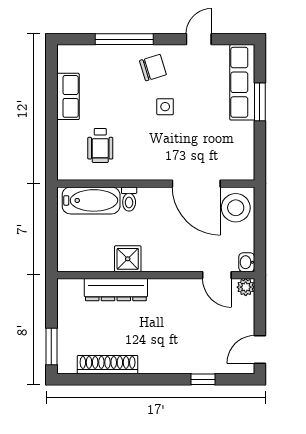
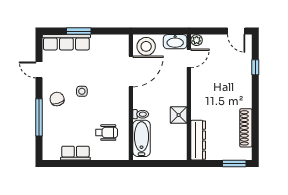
washbasin: (247, 262) -> (175, 42), width x1.91, depth x1.45
dresser: (116, 290) -> (198, 140), moved

